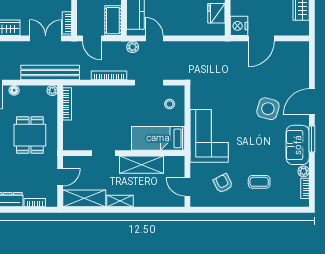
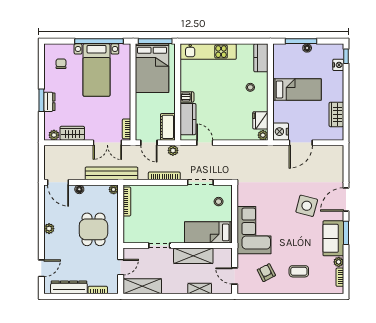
plant: (219, 30) -> (263, 135), added
double door: (46, 38) -> (107, 143), swing flipped
plant: (133, 47) -> (173, 150), moved
shelving: (120, 201) -> (200, 289), moved

